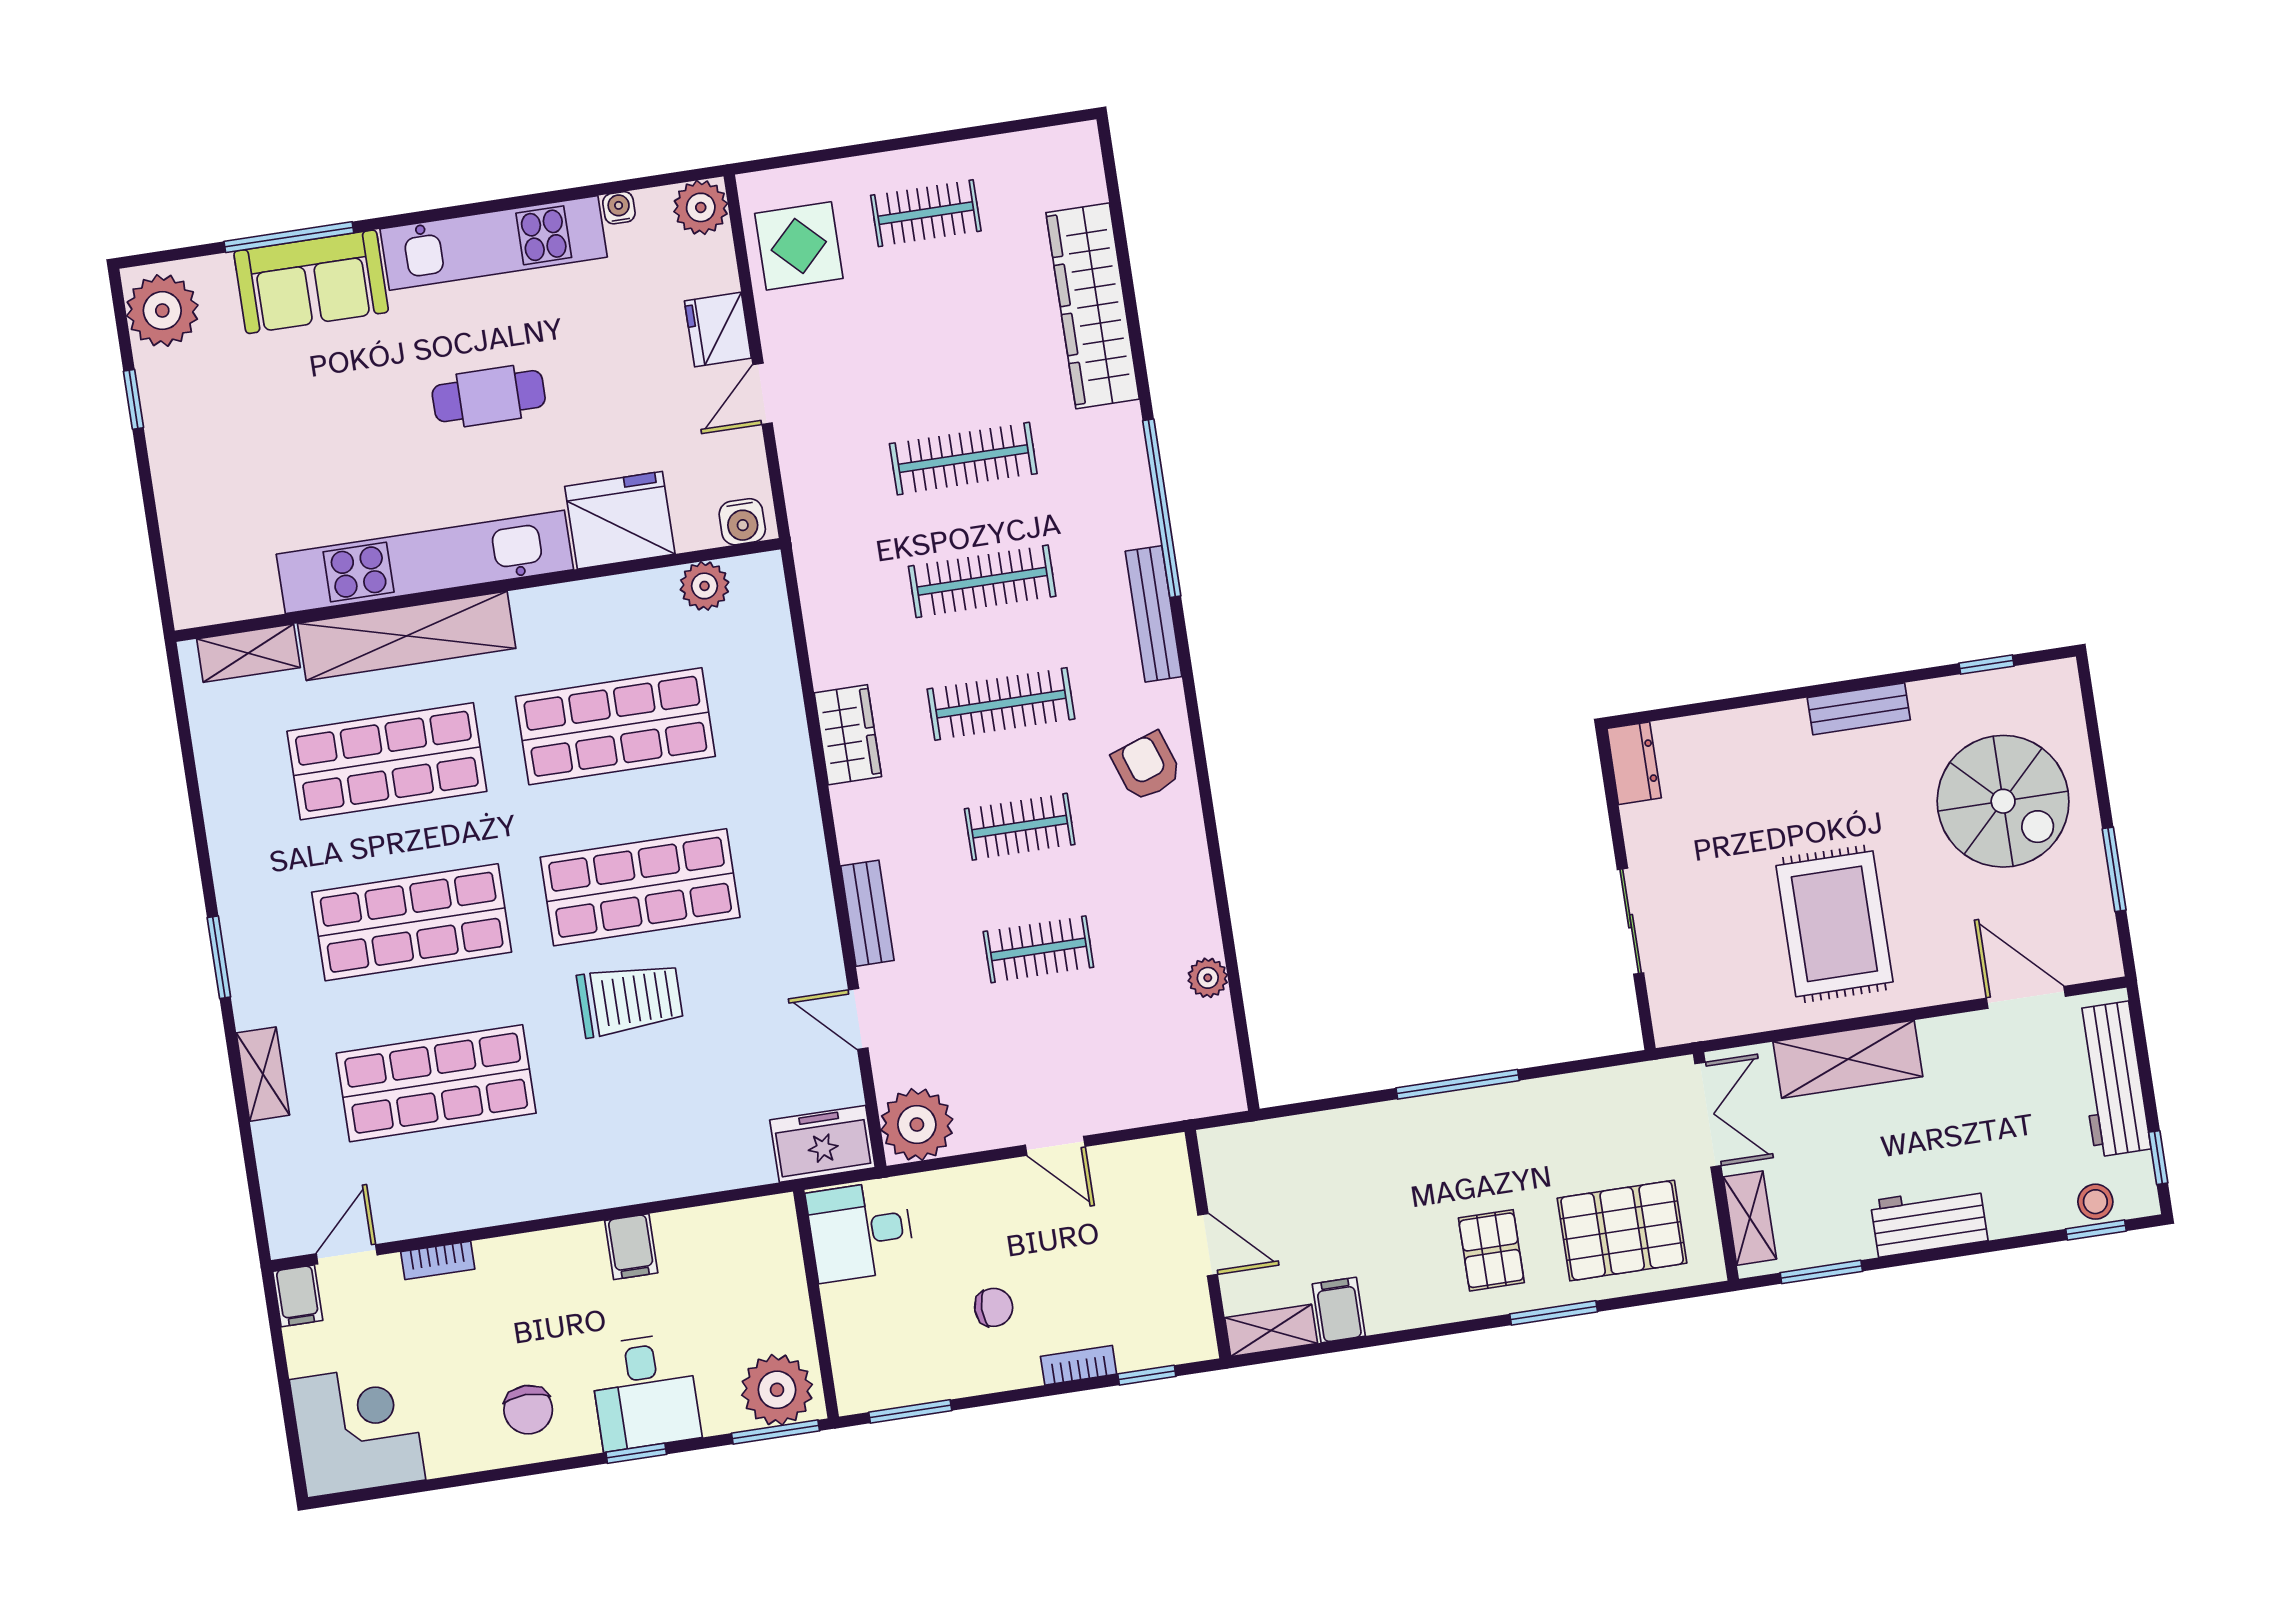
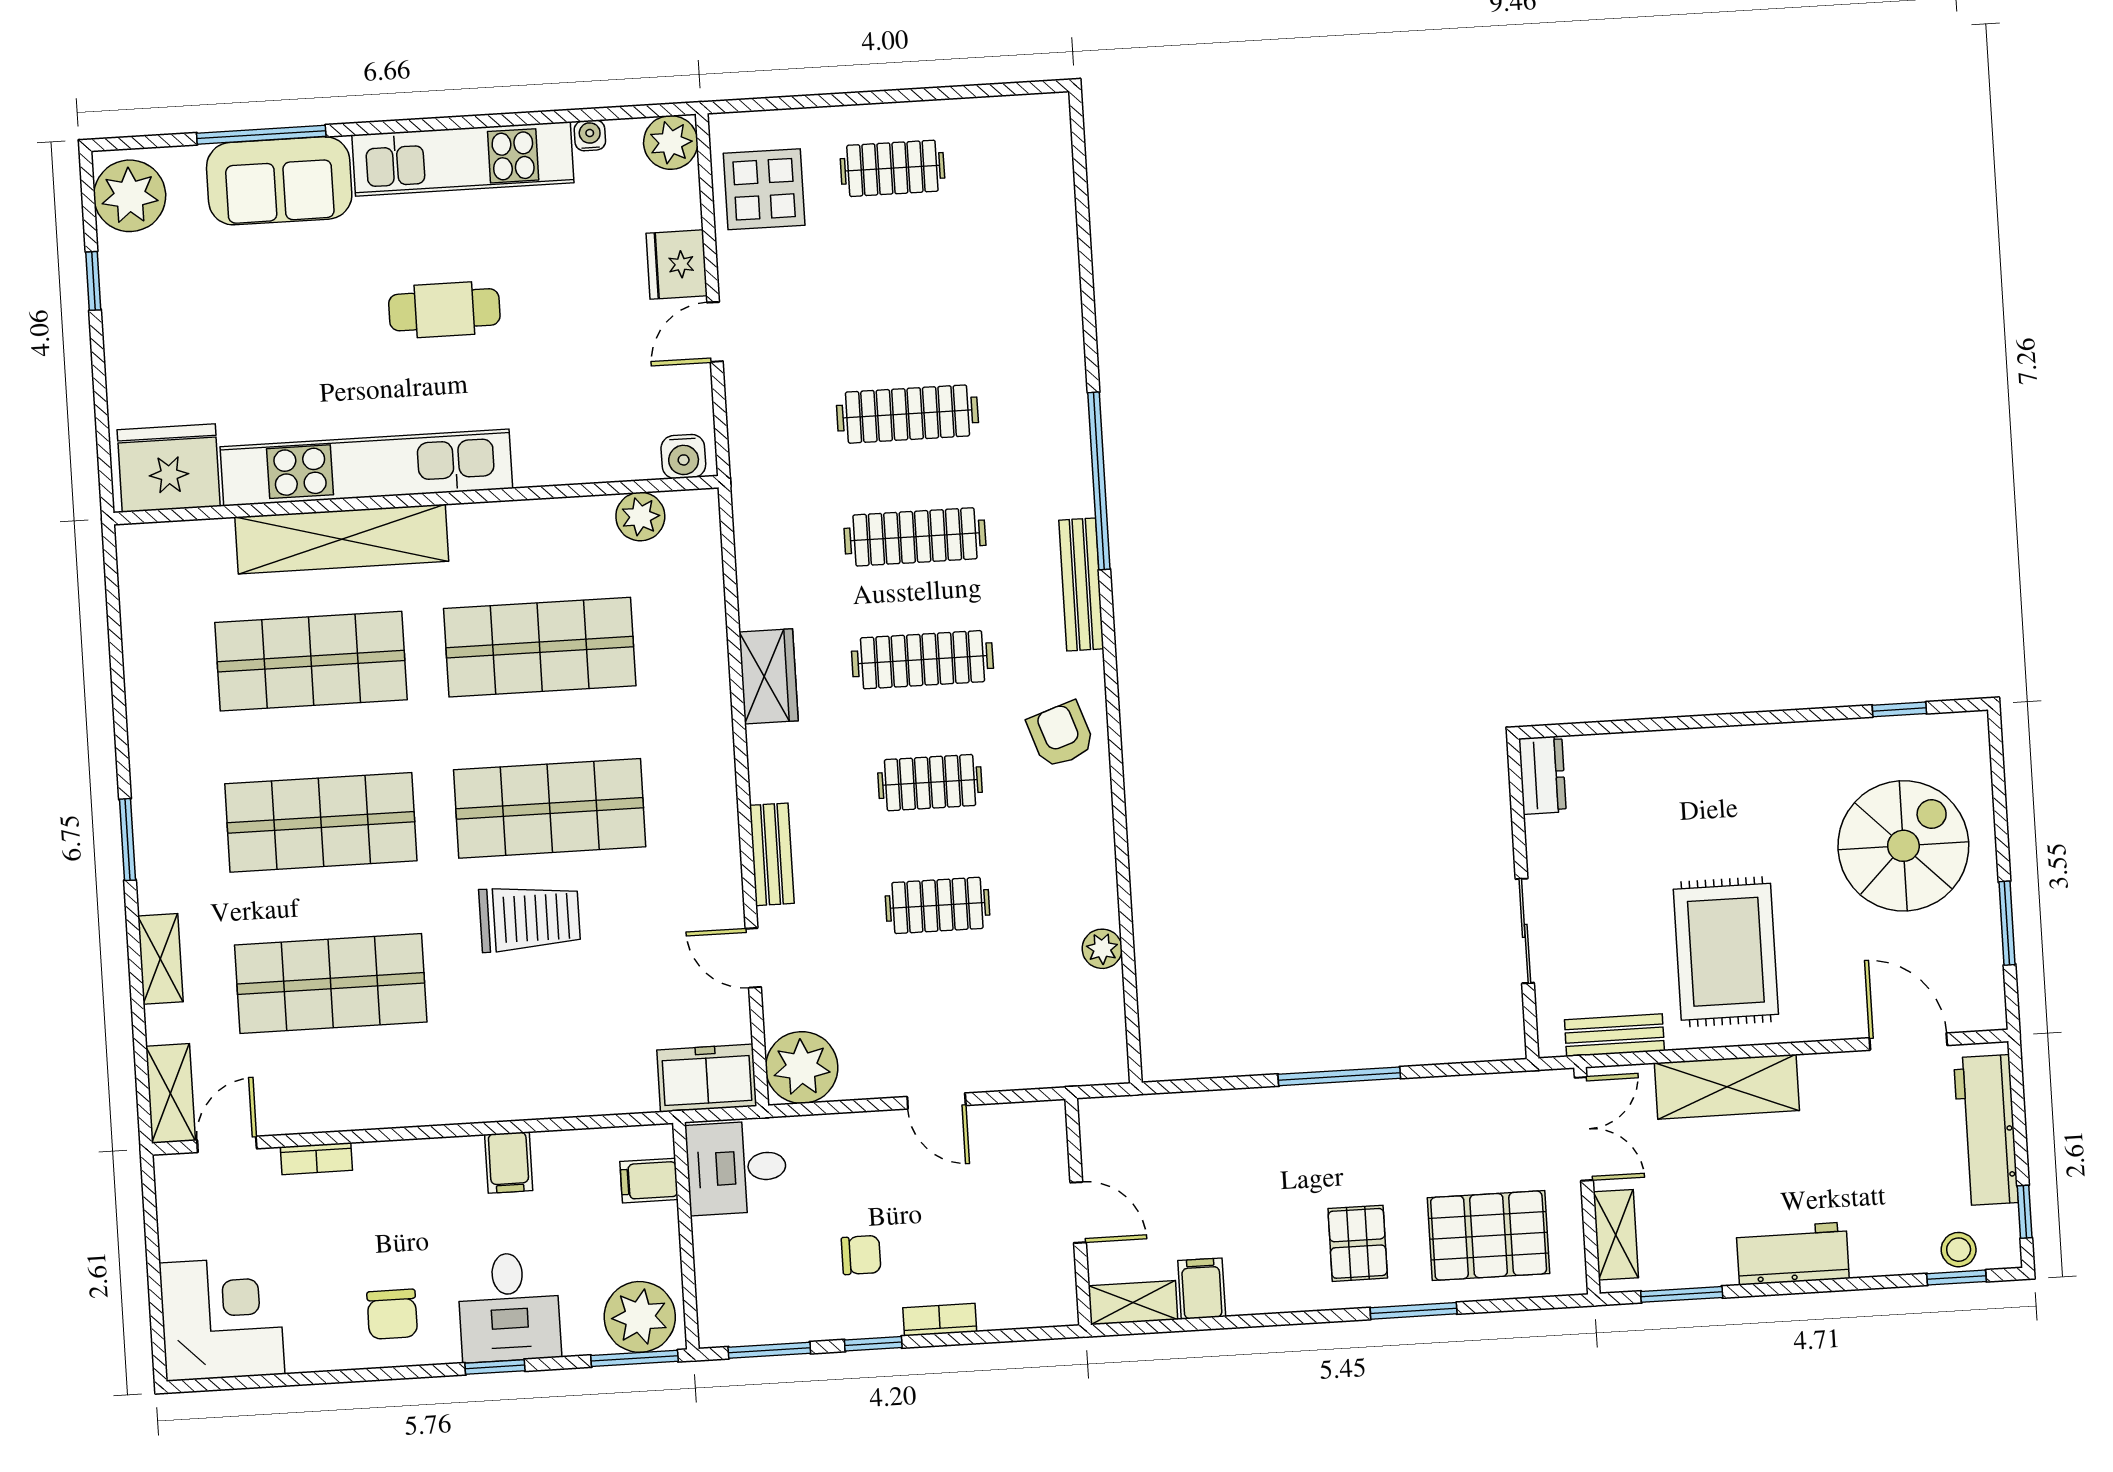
wardrobe: (1093, 306) -> (1049, 275), removed
fridge: (620, 520) -> (169, 468), moved
shelving: (248, 653) -> (171, 1093), moved, turned 90
bench: (1859, 709) -> (1614, 1035), moved
spiral stairs: (2003, 801) -> (1903, 846), turned -90
filing cabinet: (298, 1296) -> (649, 1181), moved, turned 90
window: (1147, 1375) -> (873, 1344), moved

